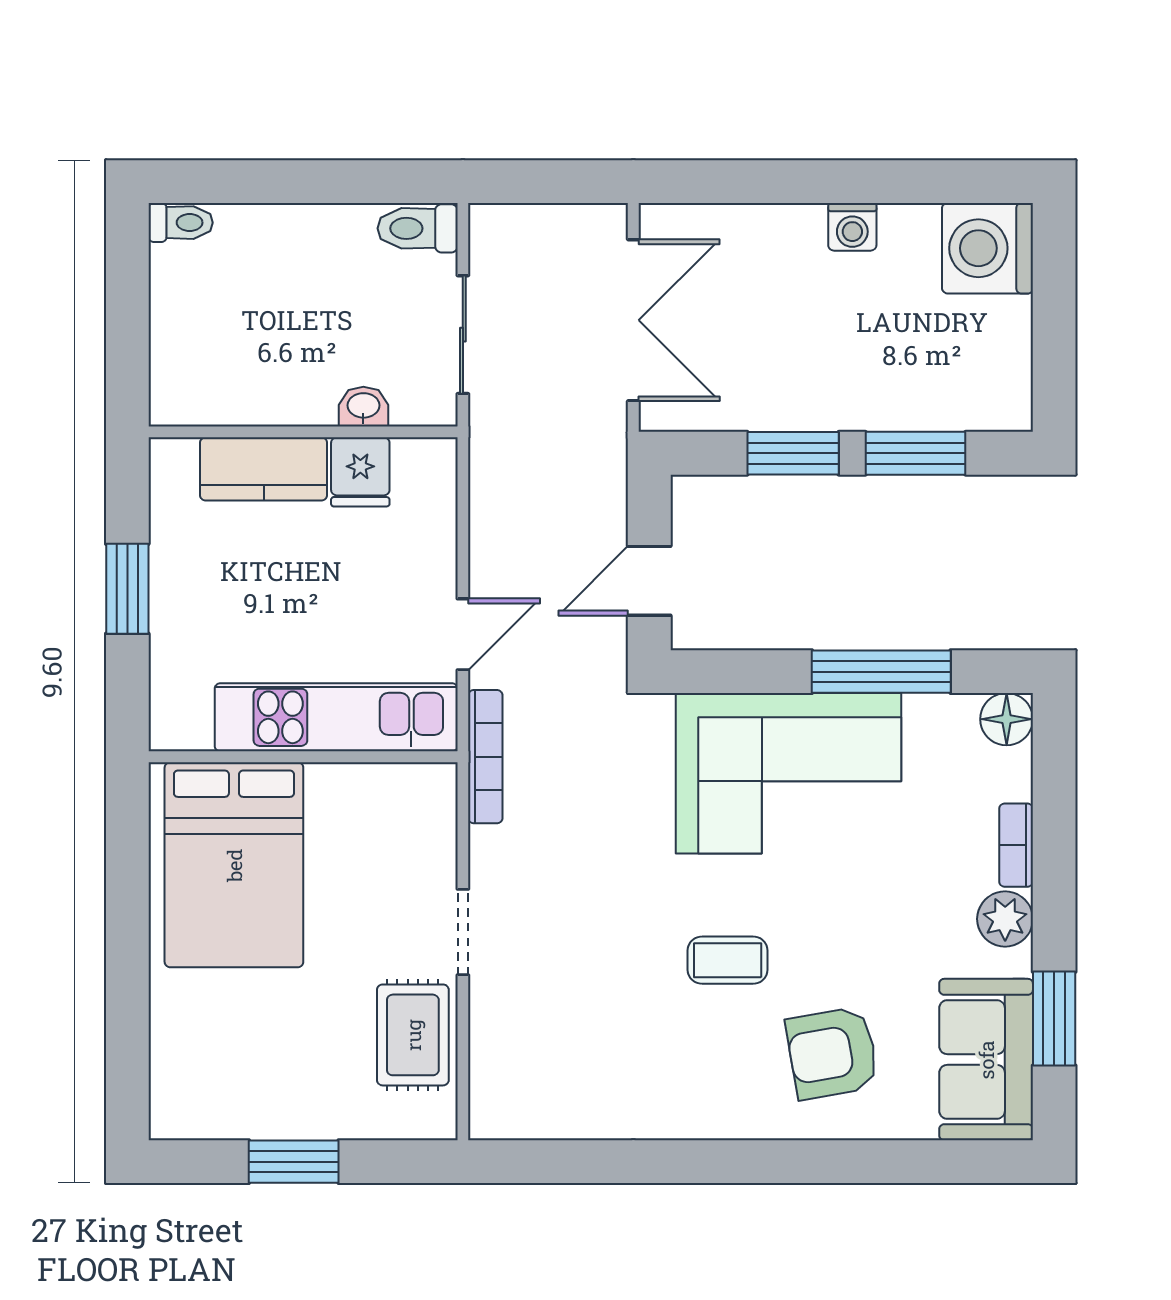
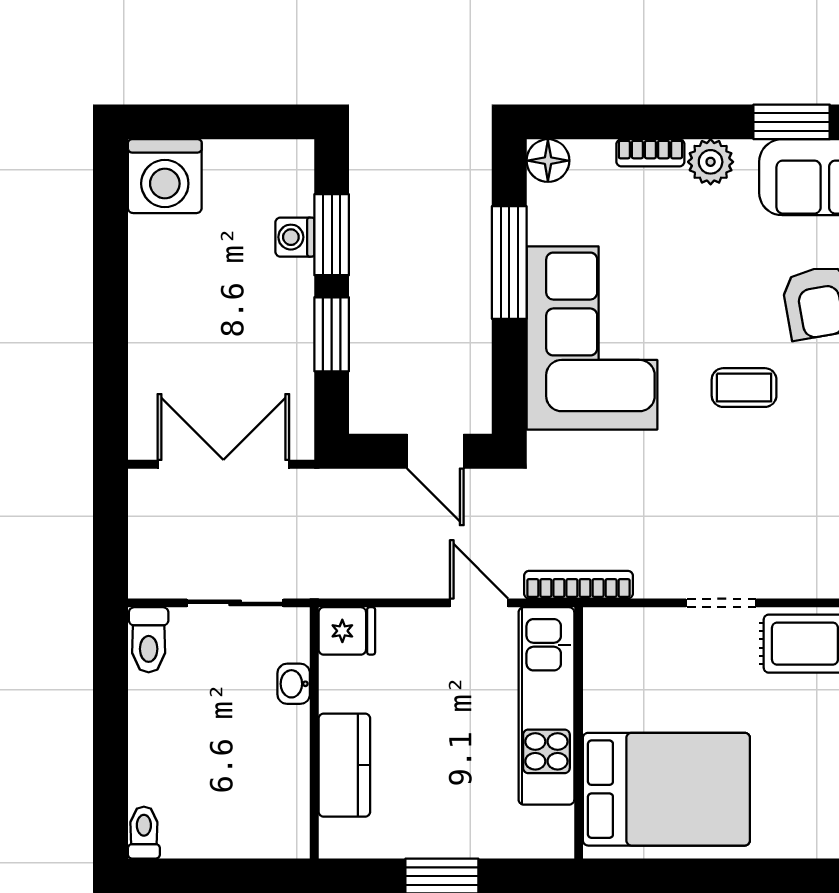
washing machine: (852, 227) -> (295, 237), moved, turned 180
fridge: (360, 472) -> (347, 631), moved
coffee table: (728, 960) -> (744, 388), turned 90

